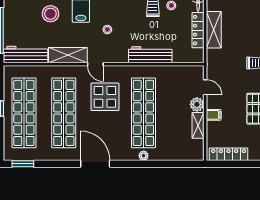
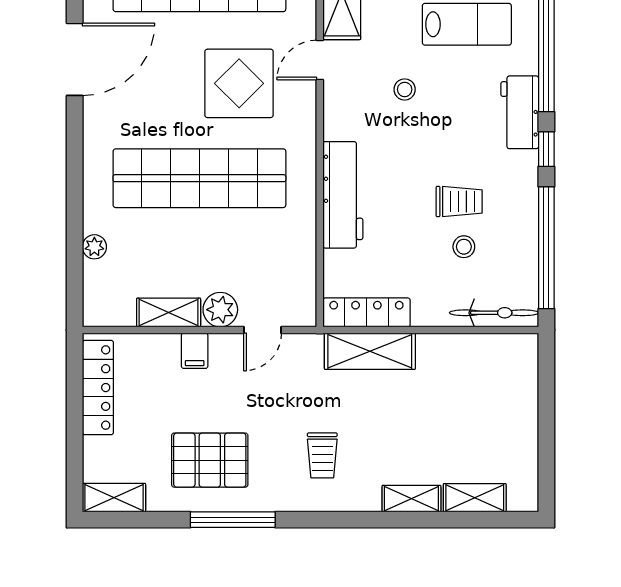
locker: (198, 30) -> (366, 312), moved
shelving: (214, 30) -> (370, 351), moved
plant: (144, 156) -> (94, 247), moved

